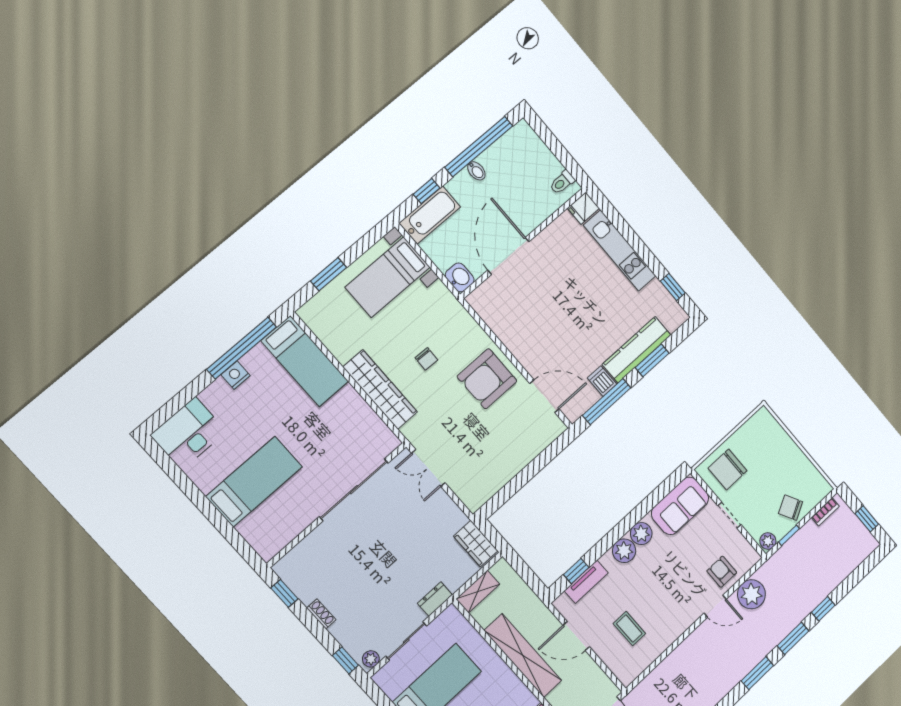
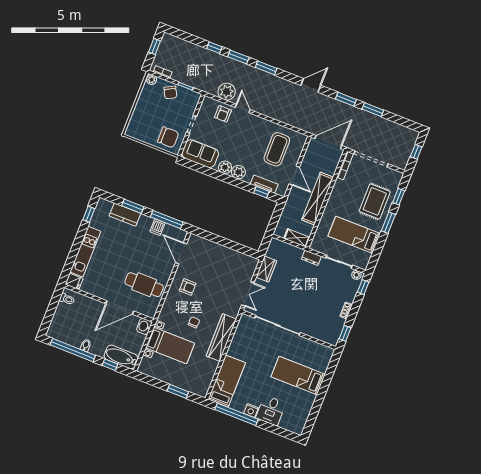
bed with nightstands: (388, 277) -> (170, 345), moved
cafe table: (525, 313) -> (144, 285), added
kitchen counter: (637, 350) -> (125, 215), width x0.67
armchair: (487, 379) -> (188, 287), width x0.53, depth x0.53
desk: (188, 433) -> (271, 410), moved, width x0.73
plant: (768, 541) -> (152, 80), moved
wardrobe: (476, 543) -> (266, 269), moved
coffee table: (629, 629) -> (277, 149), width x1.86, depth x1.72

